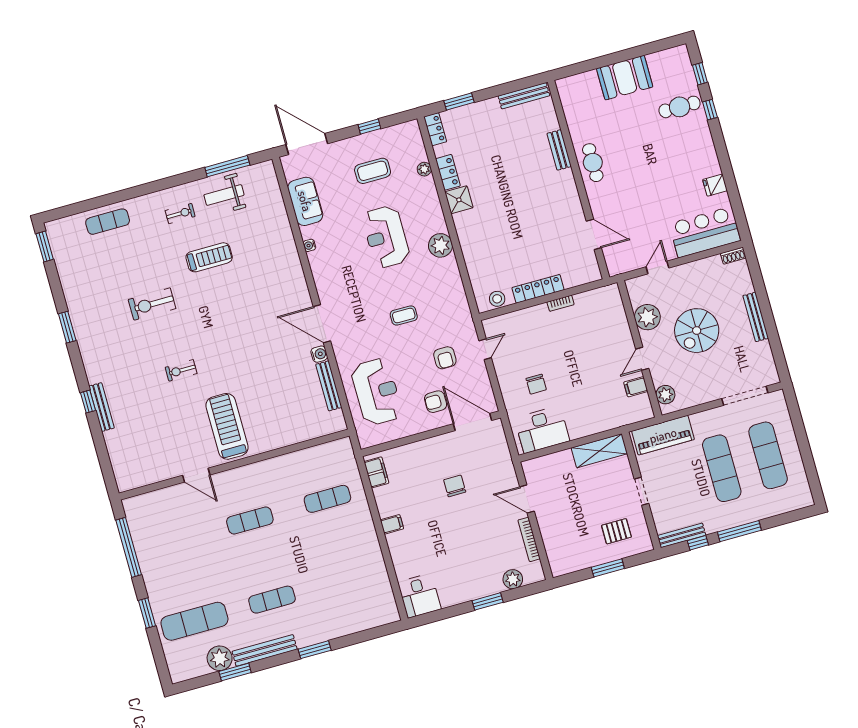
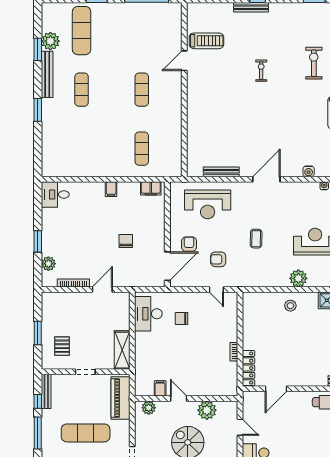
locker: (538, 289) -> (248, 368), moved
stool: (497, 299) -> (290, 306), moved
water cooler: (319, 354) -> (309, 171), moved
treadmill: (227, 426) -> (206, 41), moved, width x0.73, depth x0.73
chair: (455, 486) -> (126, 241), turned -90

